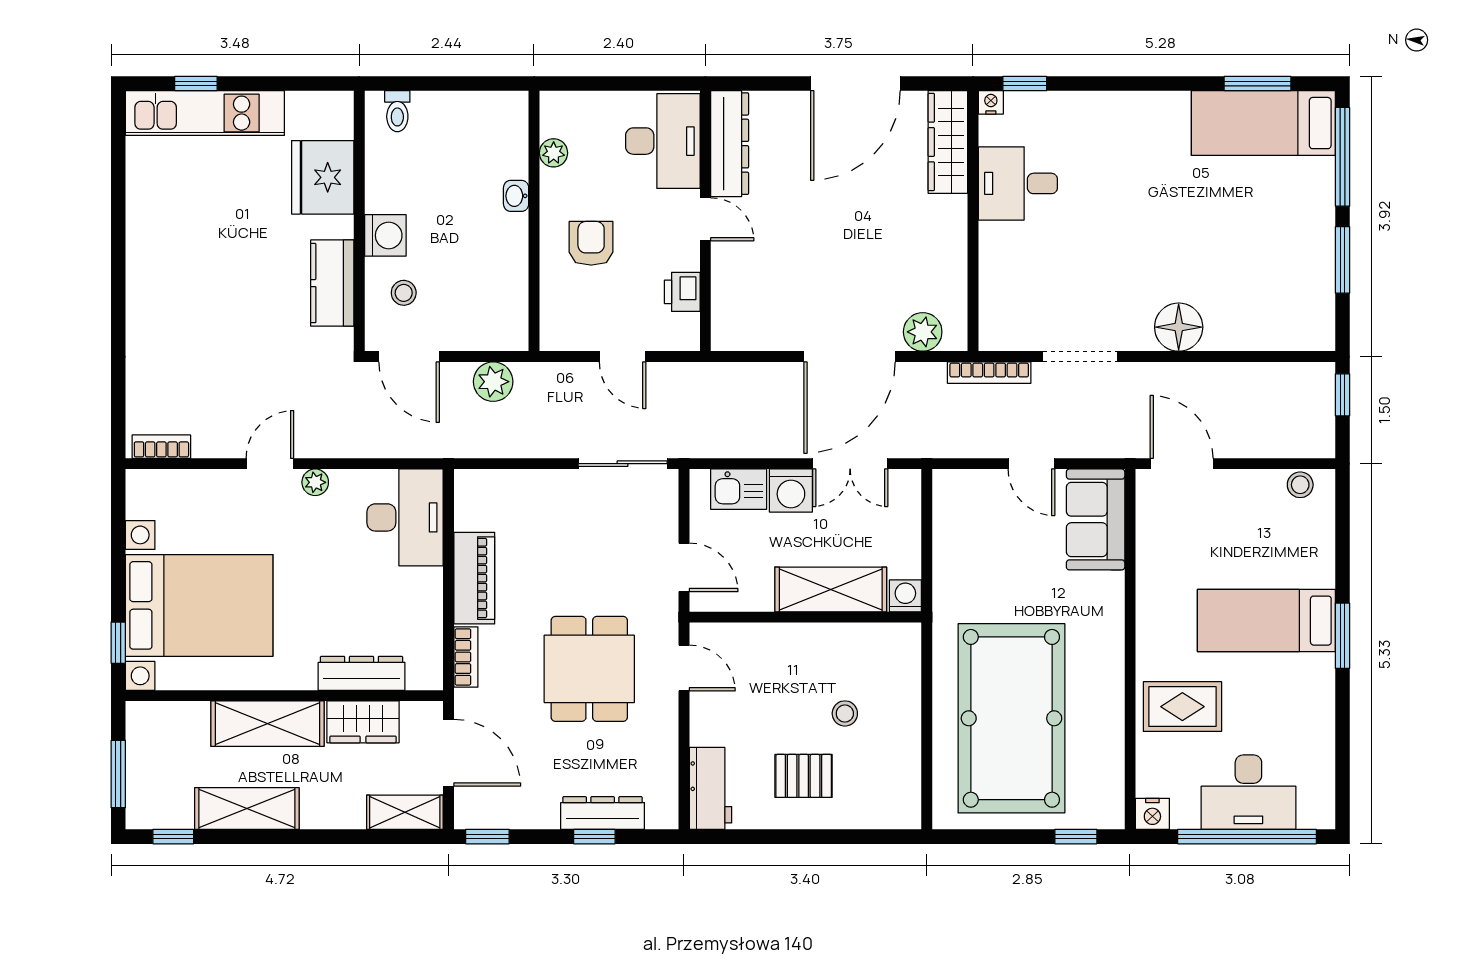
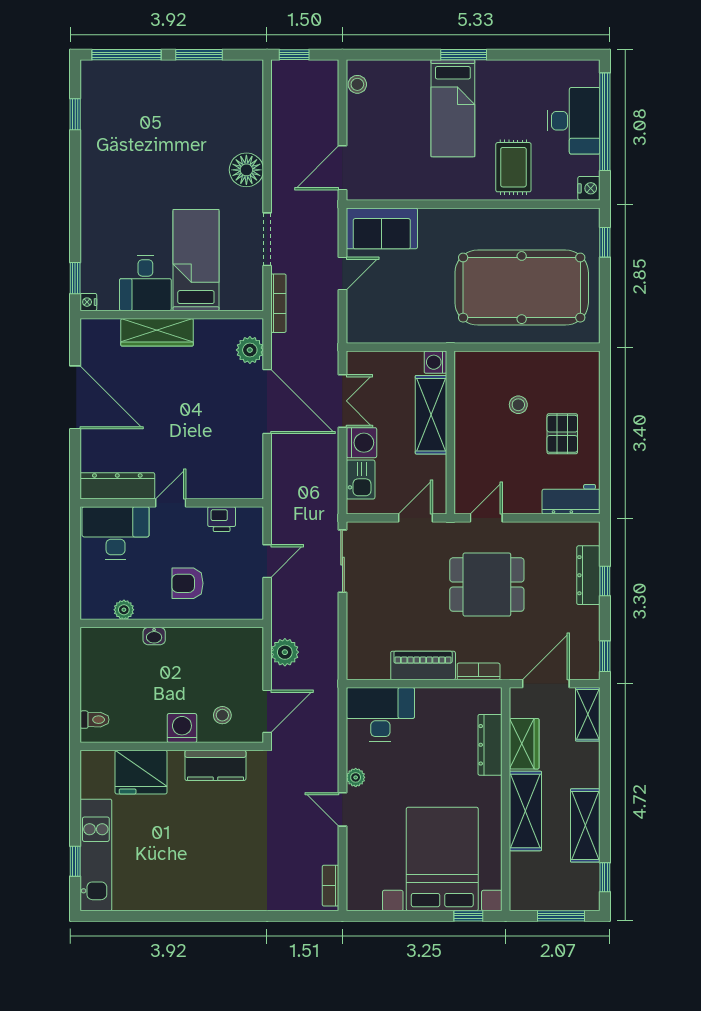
window: (1258, 84) -> (75, 114), width x0.67
bed: (1263, 123) -> (196, 260), moved, turned 180
wardrobe: (948, 142) -> (157, 332), moved

